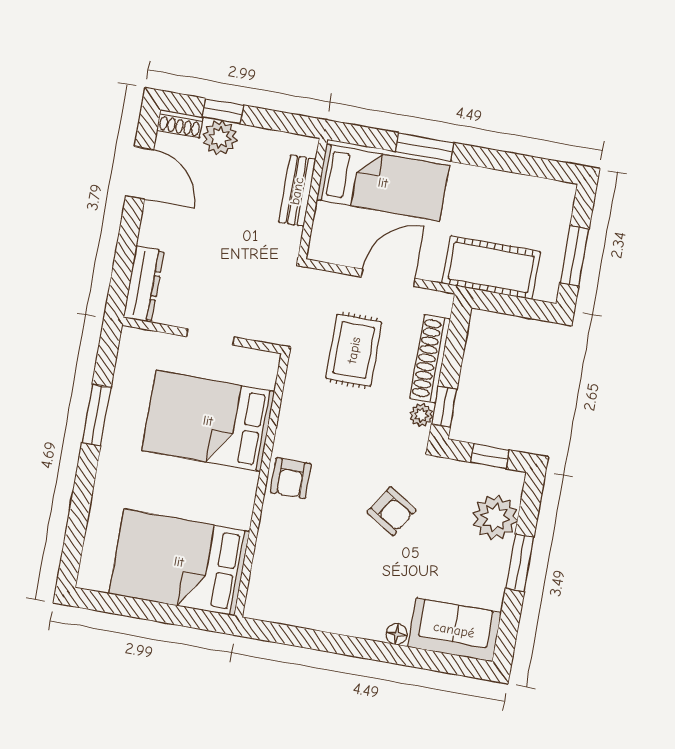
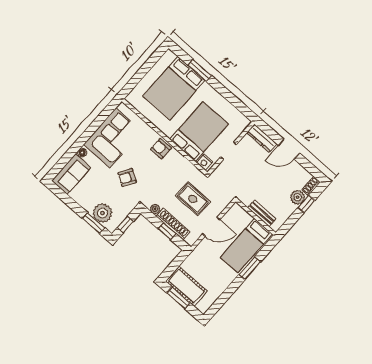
door: (140, 173) -> (289, 149), moved
cot: (491, 268) -> (186, 286), moved, turned 90
door: (388, 278) -> (211, 227), hinge flipped
nightstand: (264, 372) -> (204, 162), added
window: (444, 407) -> (167, 231), moved
window: (96, 415) -> (200, 70), moved
bed: (179, 562) -> (174, 88), moved, turned 180
window: (520, 563) -> (94, 223), moved
corner sofa: (328, 590) -> (113, 138), added

